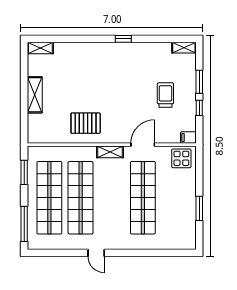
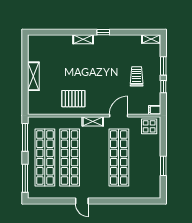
shelving: (40, 48) -> (83, 39), moved
window: (24, 172) -> (25, 137), width x1.44

